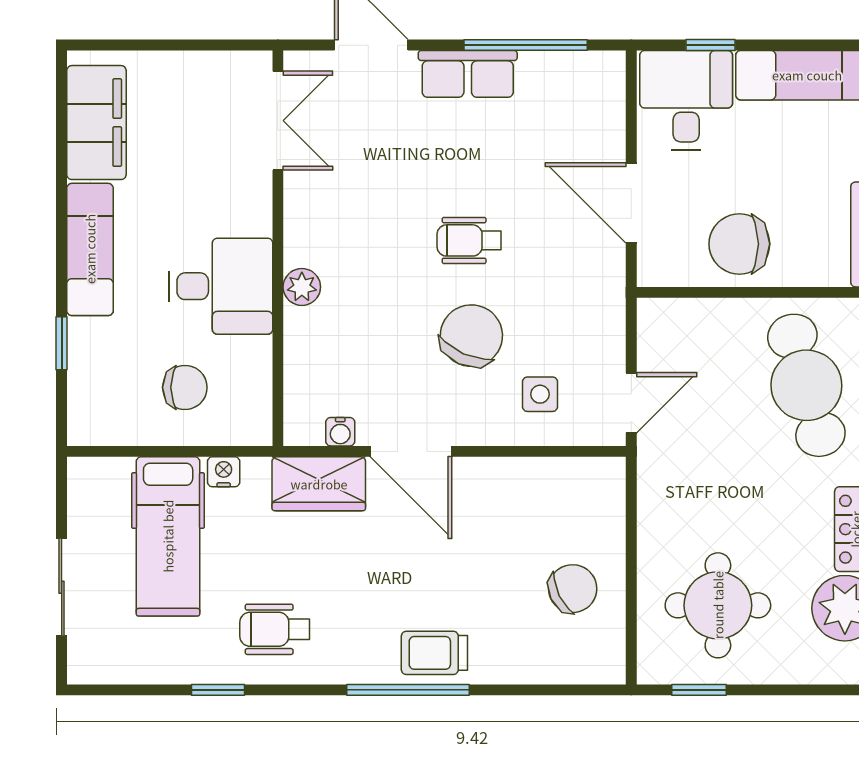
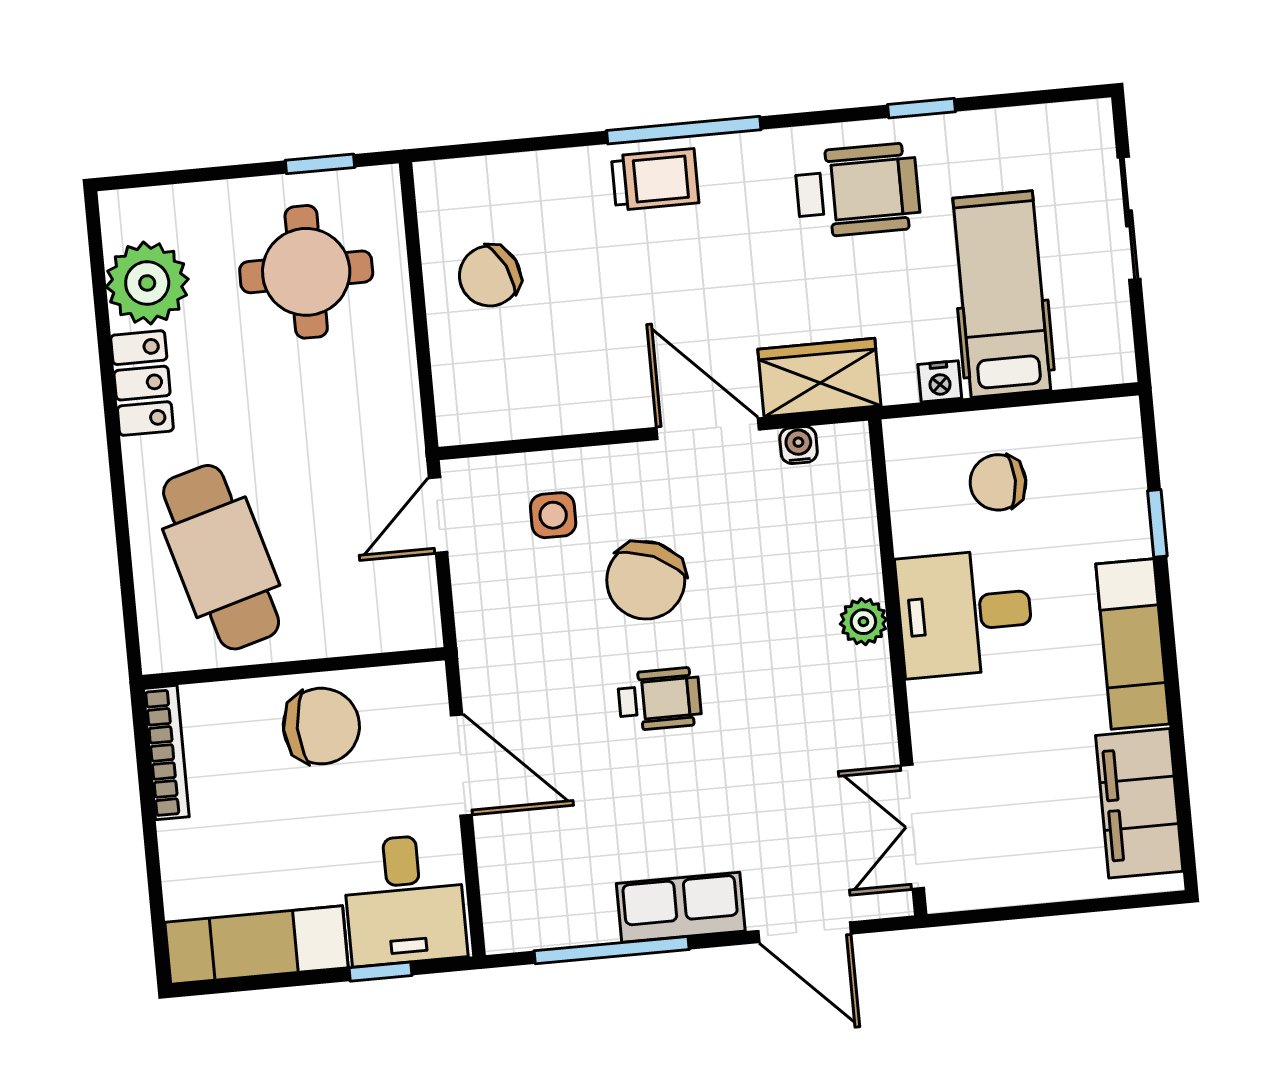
wheelchair: (275, 629) -> (858, 190), width x1.36, depth x1.37

